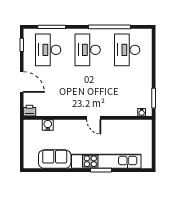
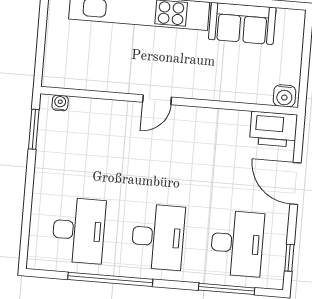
printer: (30, 111) -> (273, 129), width x1.87, depth x1.48
door: (94, 118) -> (157, 100), swing flipped
water cooler: (48, 125) -> (284, 96), moved

